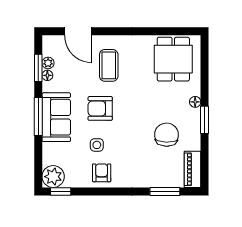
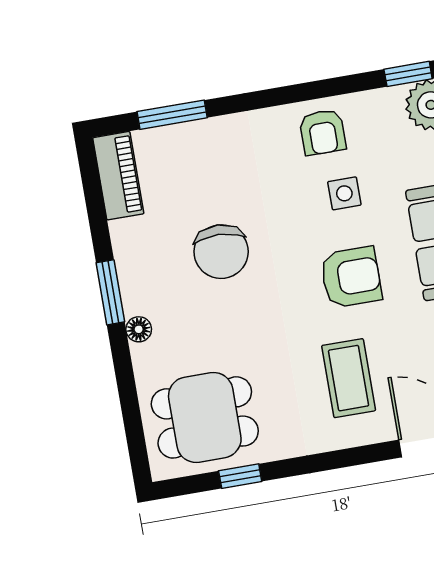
window: (162, 31) -> (240, 476), added
dining table: (173, 59) -> (205, 417), turned 90
chair: (166, 135) -> (221, 252), moved

